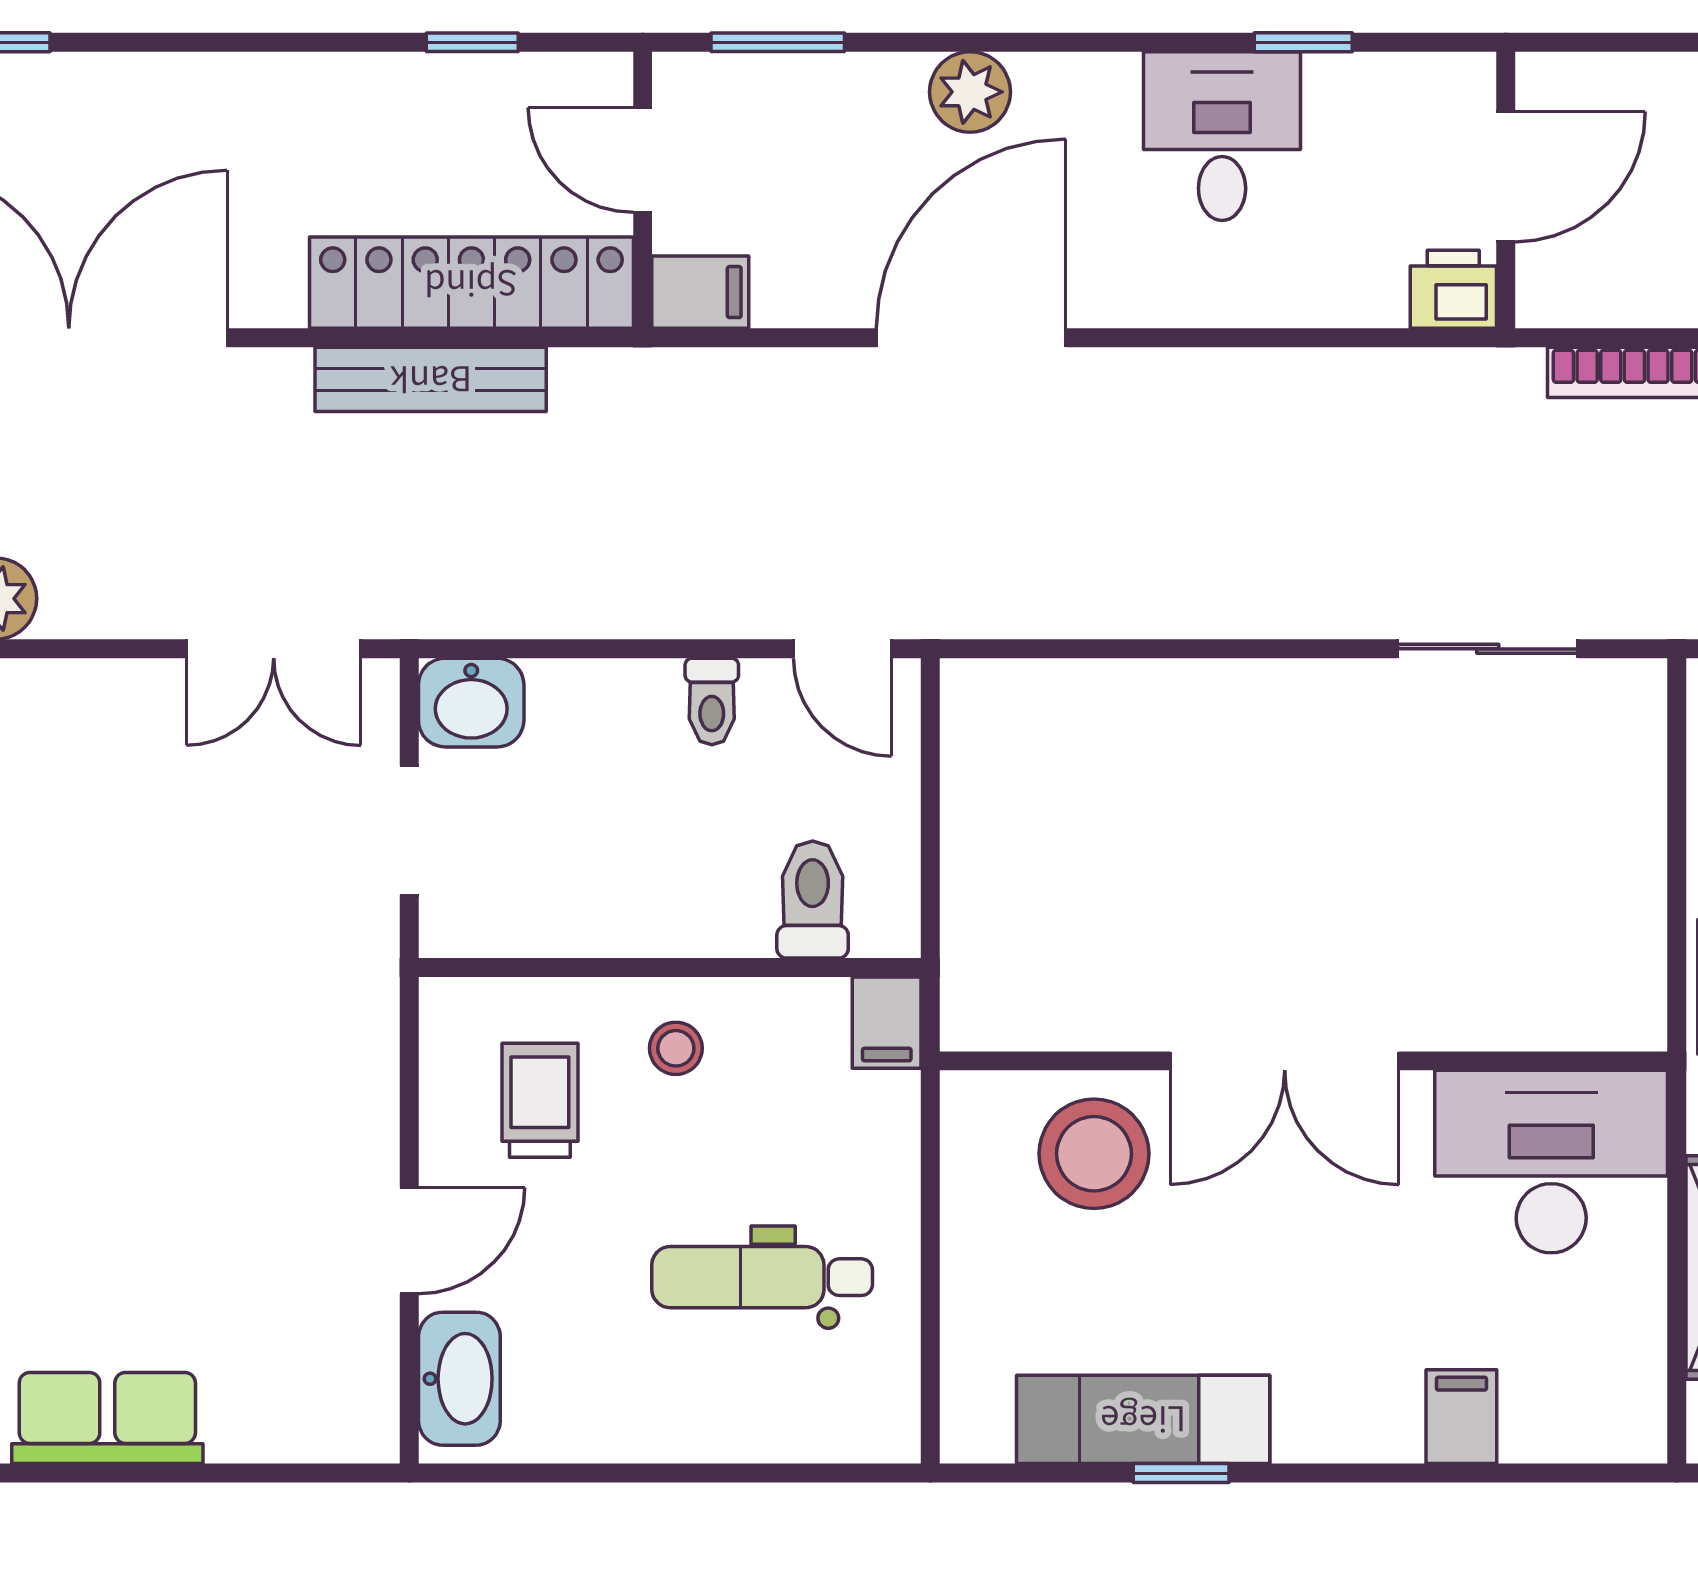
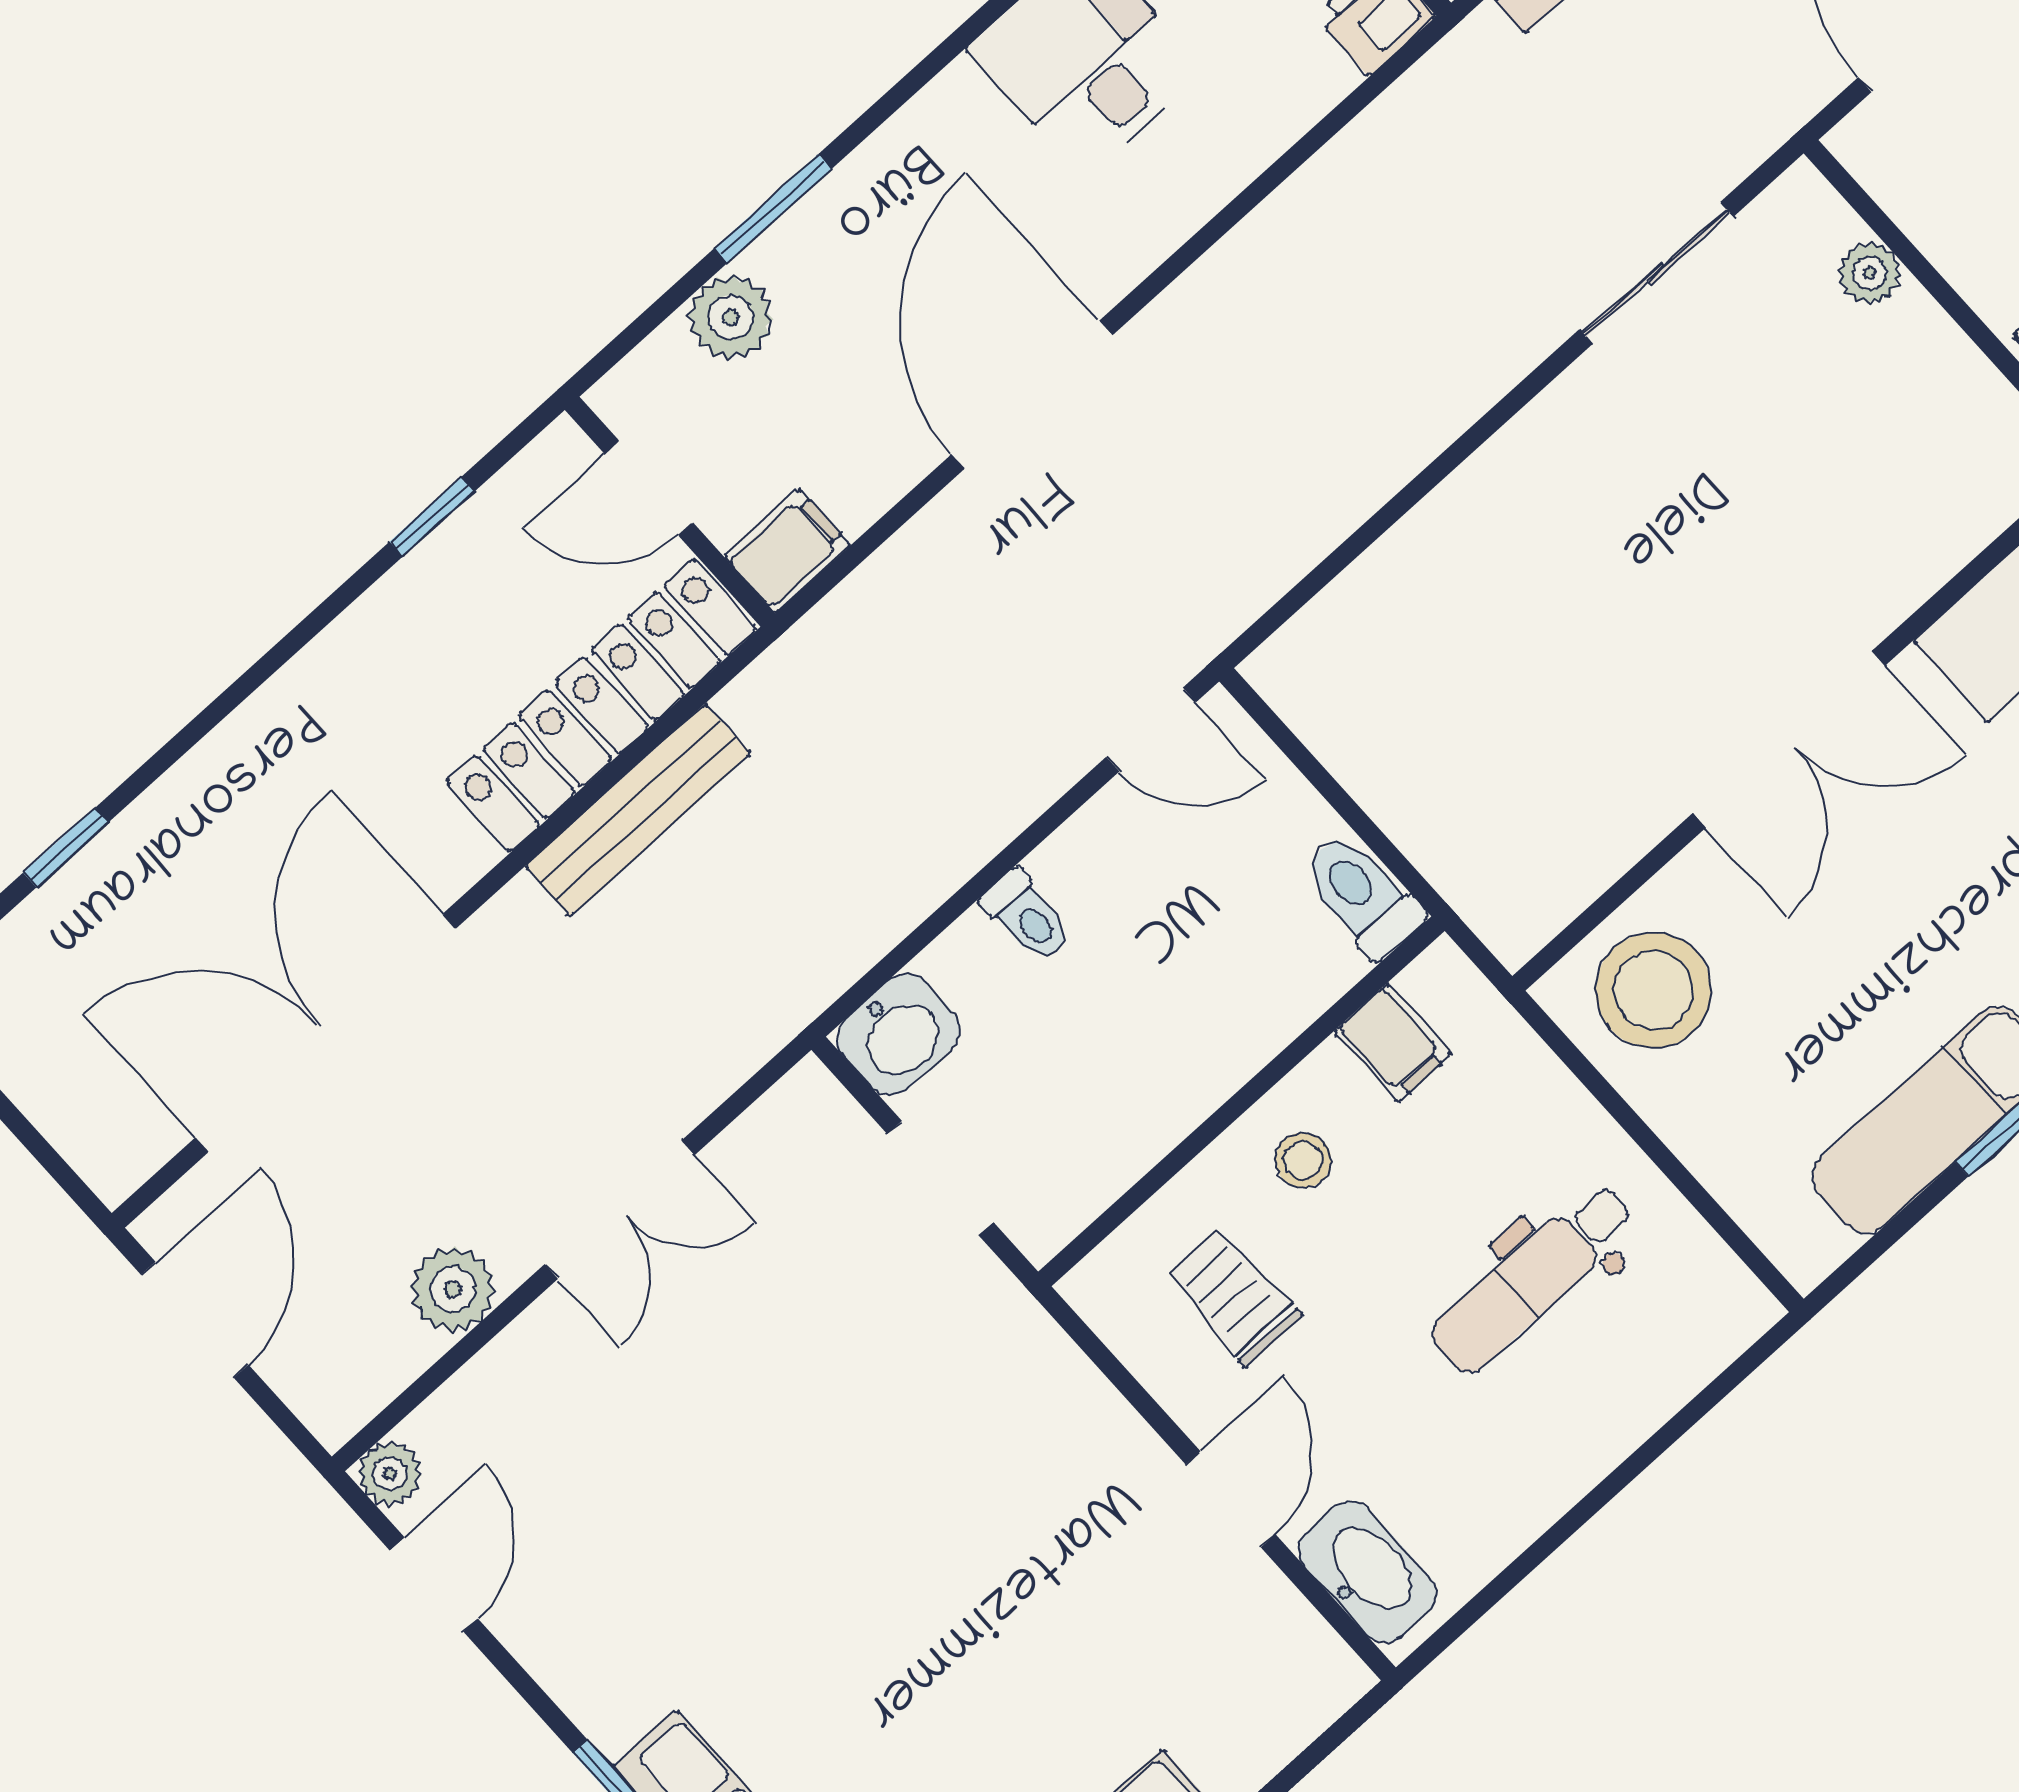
window: (778, 42) -> (773, 209), moved
plant: (970, 92) -> (731, 317), moved
double door: (274, 649) -> (620, 1210), moved
toilet: (712, 701) -> (1027, 916), moved
plant: (1638, 784) -> (1870, 273), added
toilet: (813, 900) -> (1362, 896), moved
filing cabinet: (887, 1023) -> (1393, 1043), moved
stool: (1094, 1154) -> (1653, 990), moved

